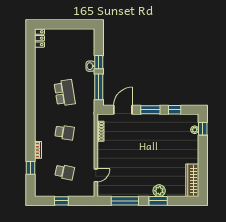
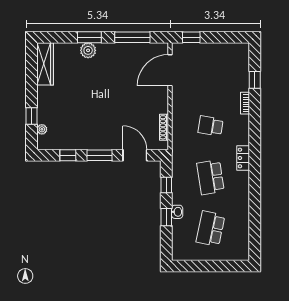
locker: (39, 38) -> (243, 158), moved
window: (99, 87) -> (166, 185), width x0.46
door: (123, 110) -> (135, 155), swing flipped
window: (203, 129) -> (31, 116), moved
school desk: (65, 172) -> (211, 229), moved, width x1.85
door: (96, 175) -> (170, 70), width x1.88
window: (61, 201) -> (191, 37), moved

